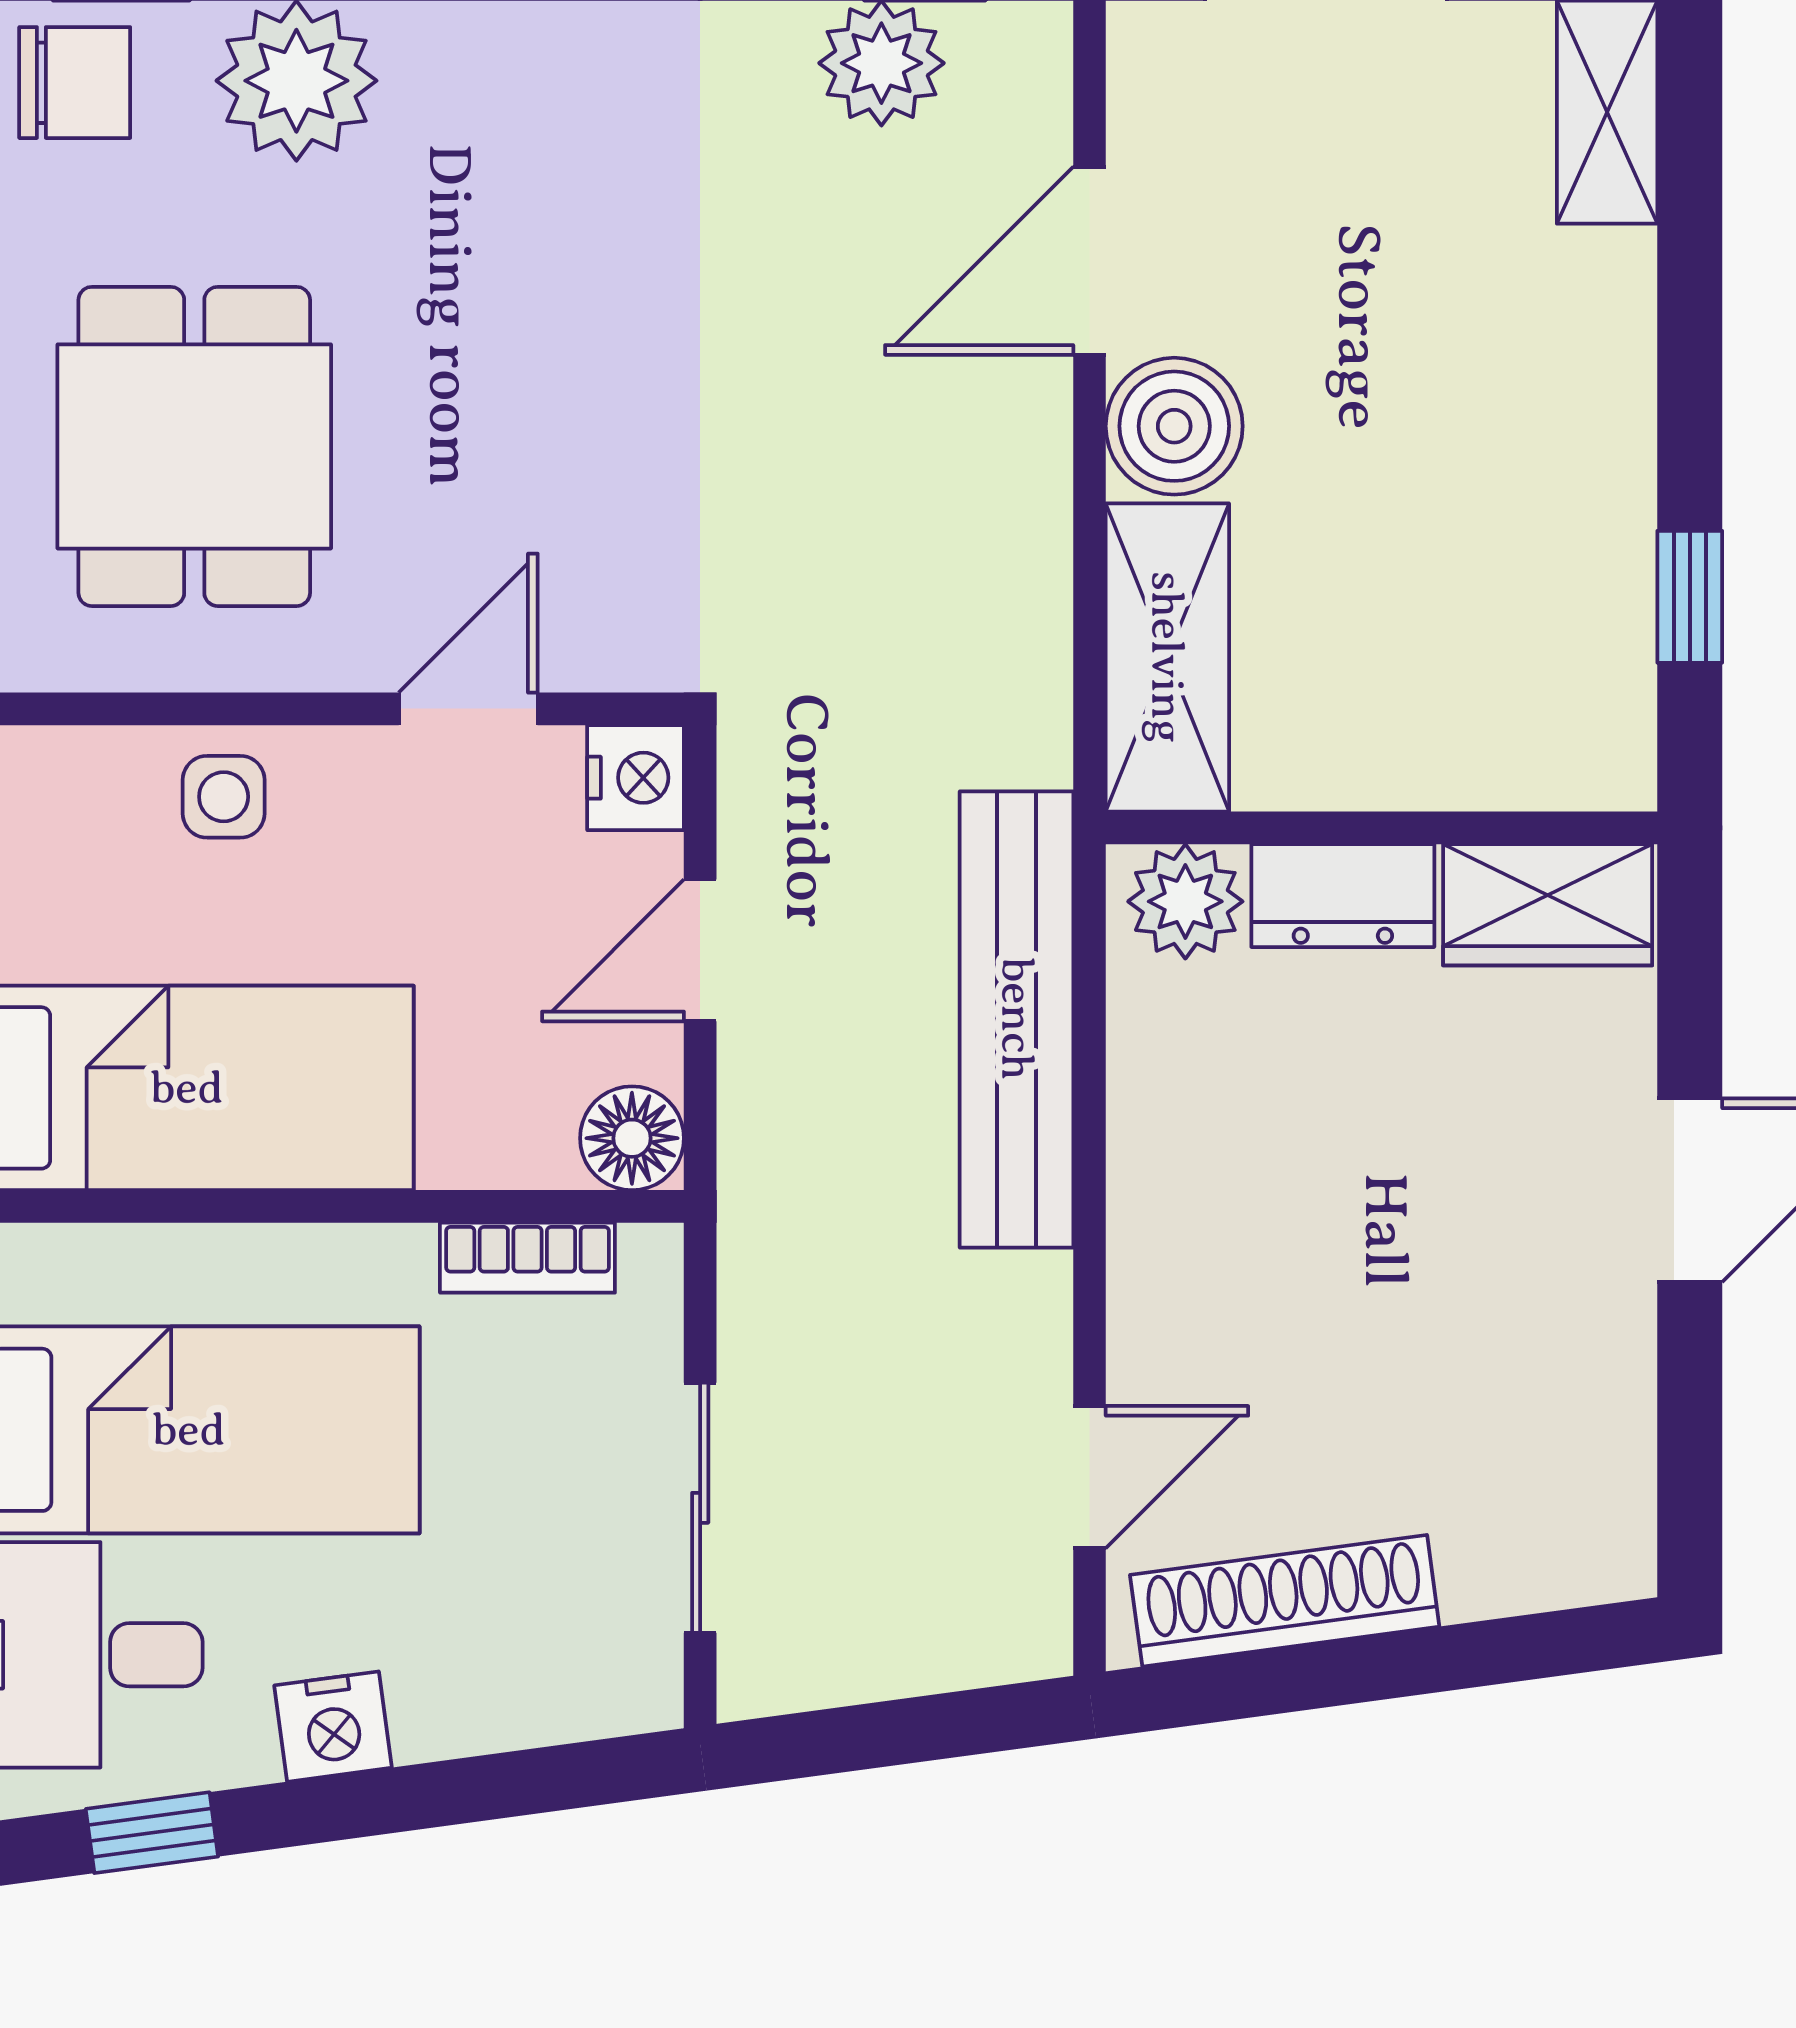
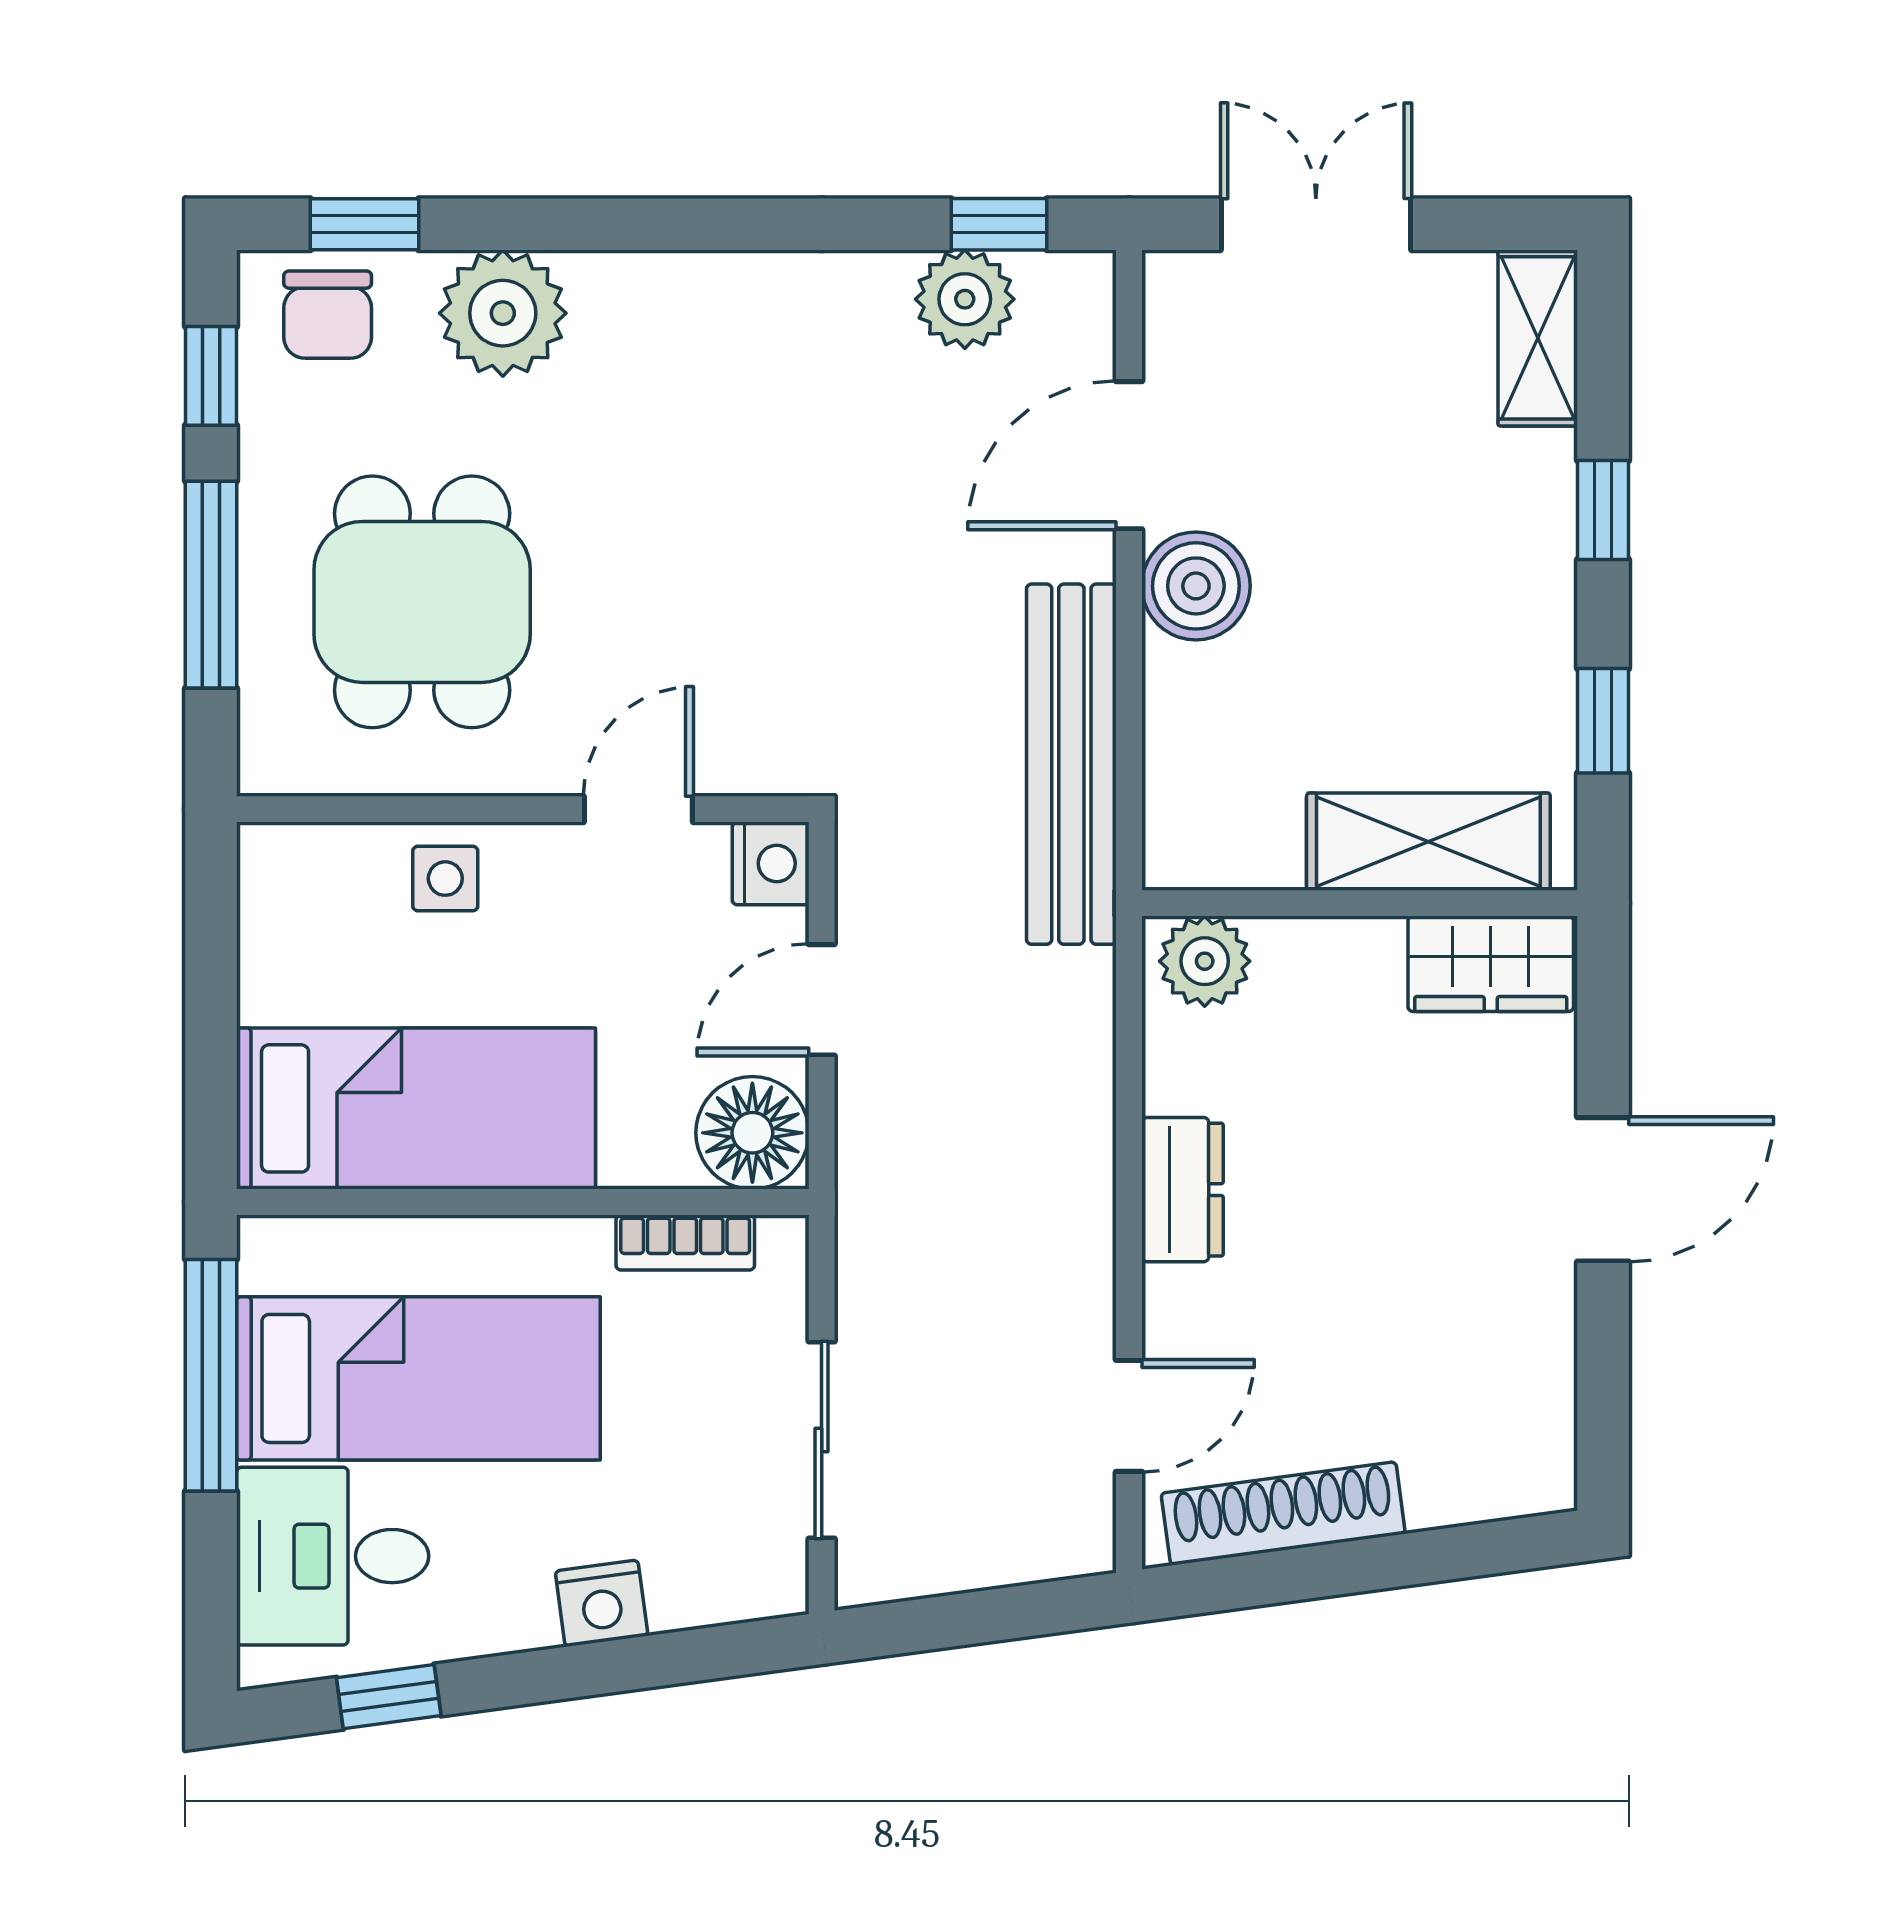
chair: (75, 83) -> (328, 315), turned 90
window: (1690, 330) -> (1603, 510), added
shelving: (1167, 657) -> (1428, 842), moved, turned 90
dresser: (1343, 896) -> (1183, 1190), moved, turned -90
bench: (1017, 1019) -> (1071, 764), moved
floor lamp: (632, 1138) -> (752, 1133), width x1.38, depth x1.38
nightstand: (333, 1727) -> (602, 1603), moved

